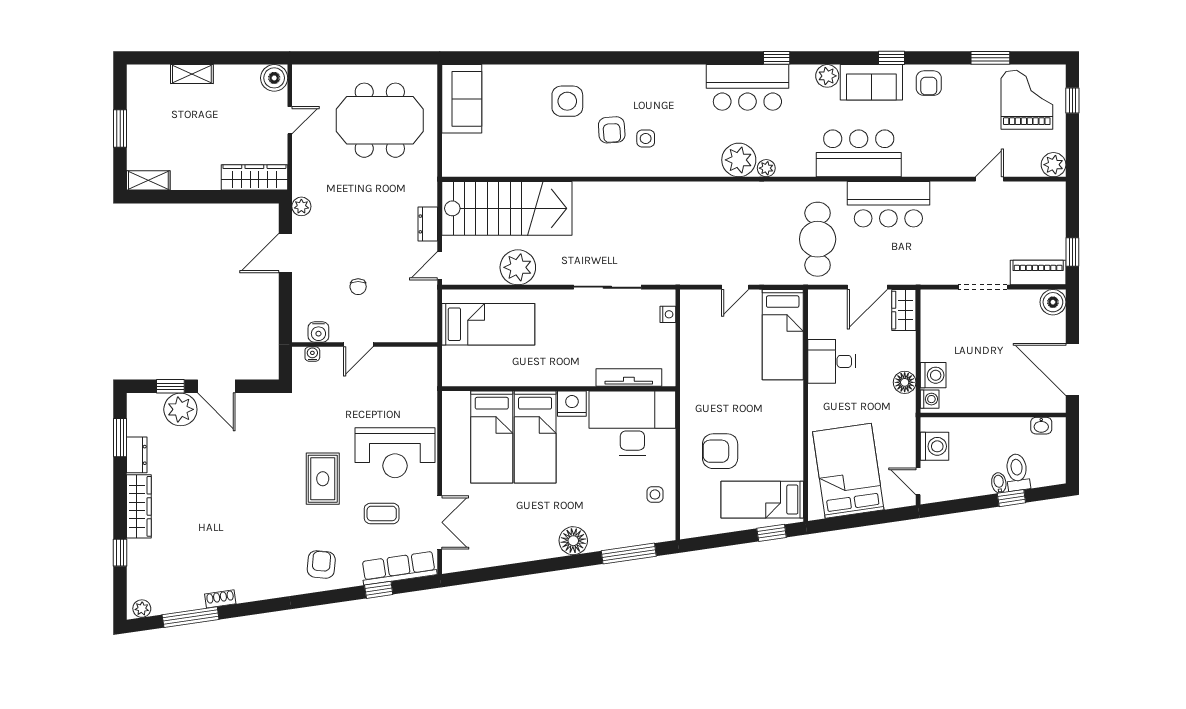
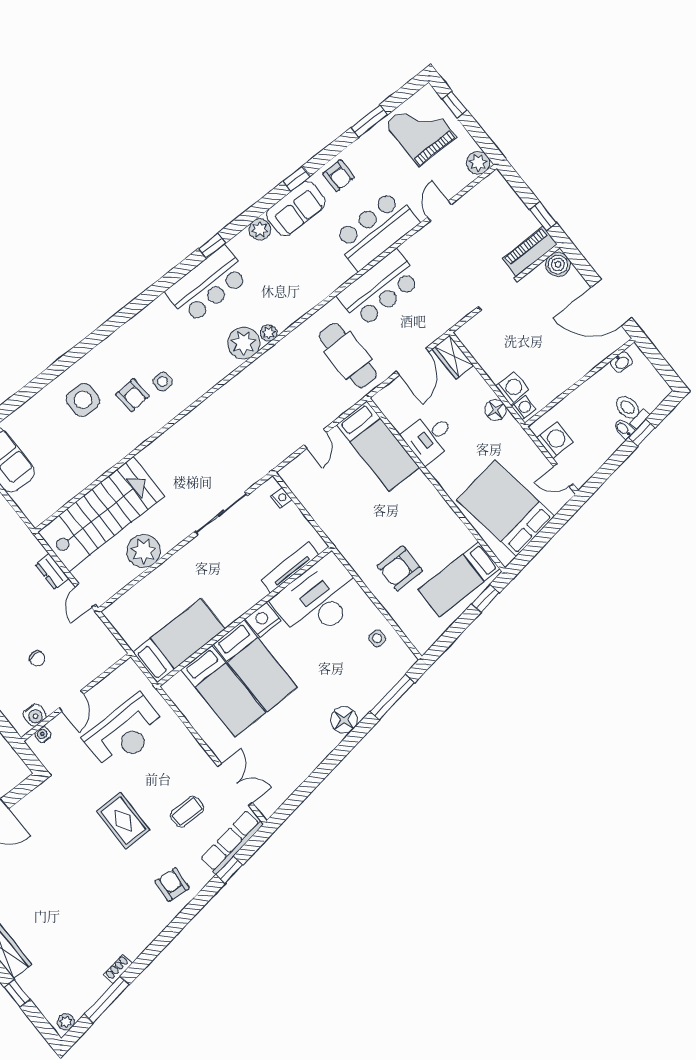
bar counter: (859, 153) -> (376, 230), moved
bed: (488, 324) -> (179, 641), moved
reception desk: (395, 453) -> (125, 733), moved

